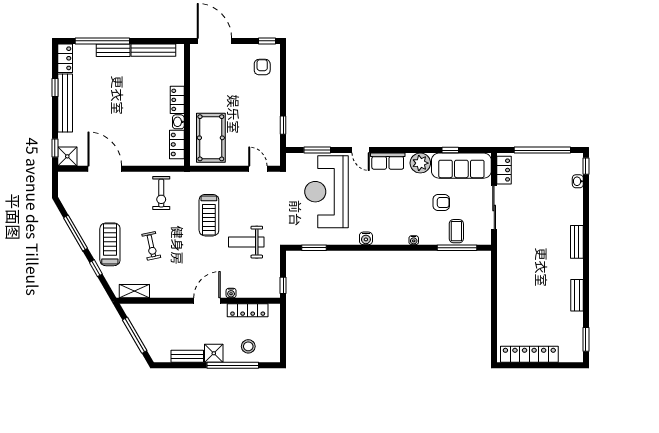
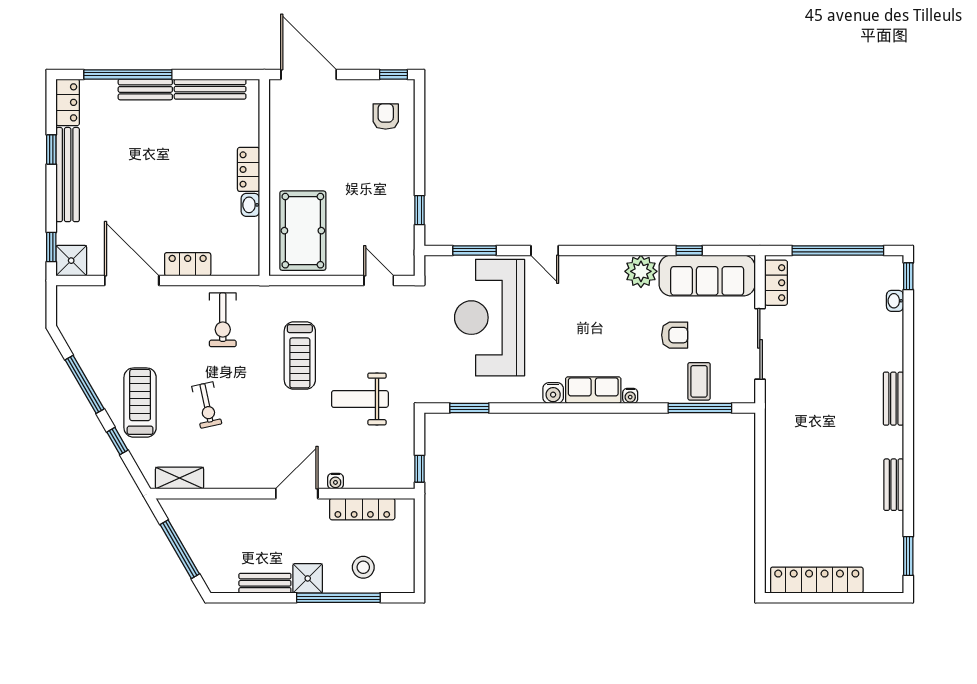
locker: (177, 144) -> (188, 264), moved, turned 90
row of seats: (388, 161) -> (593, 390), moved, turned 180

